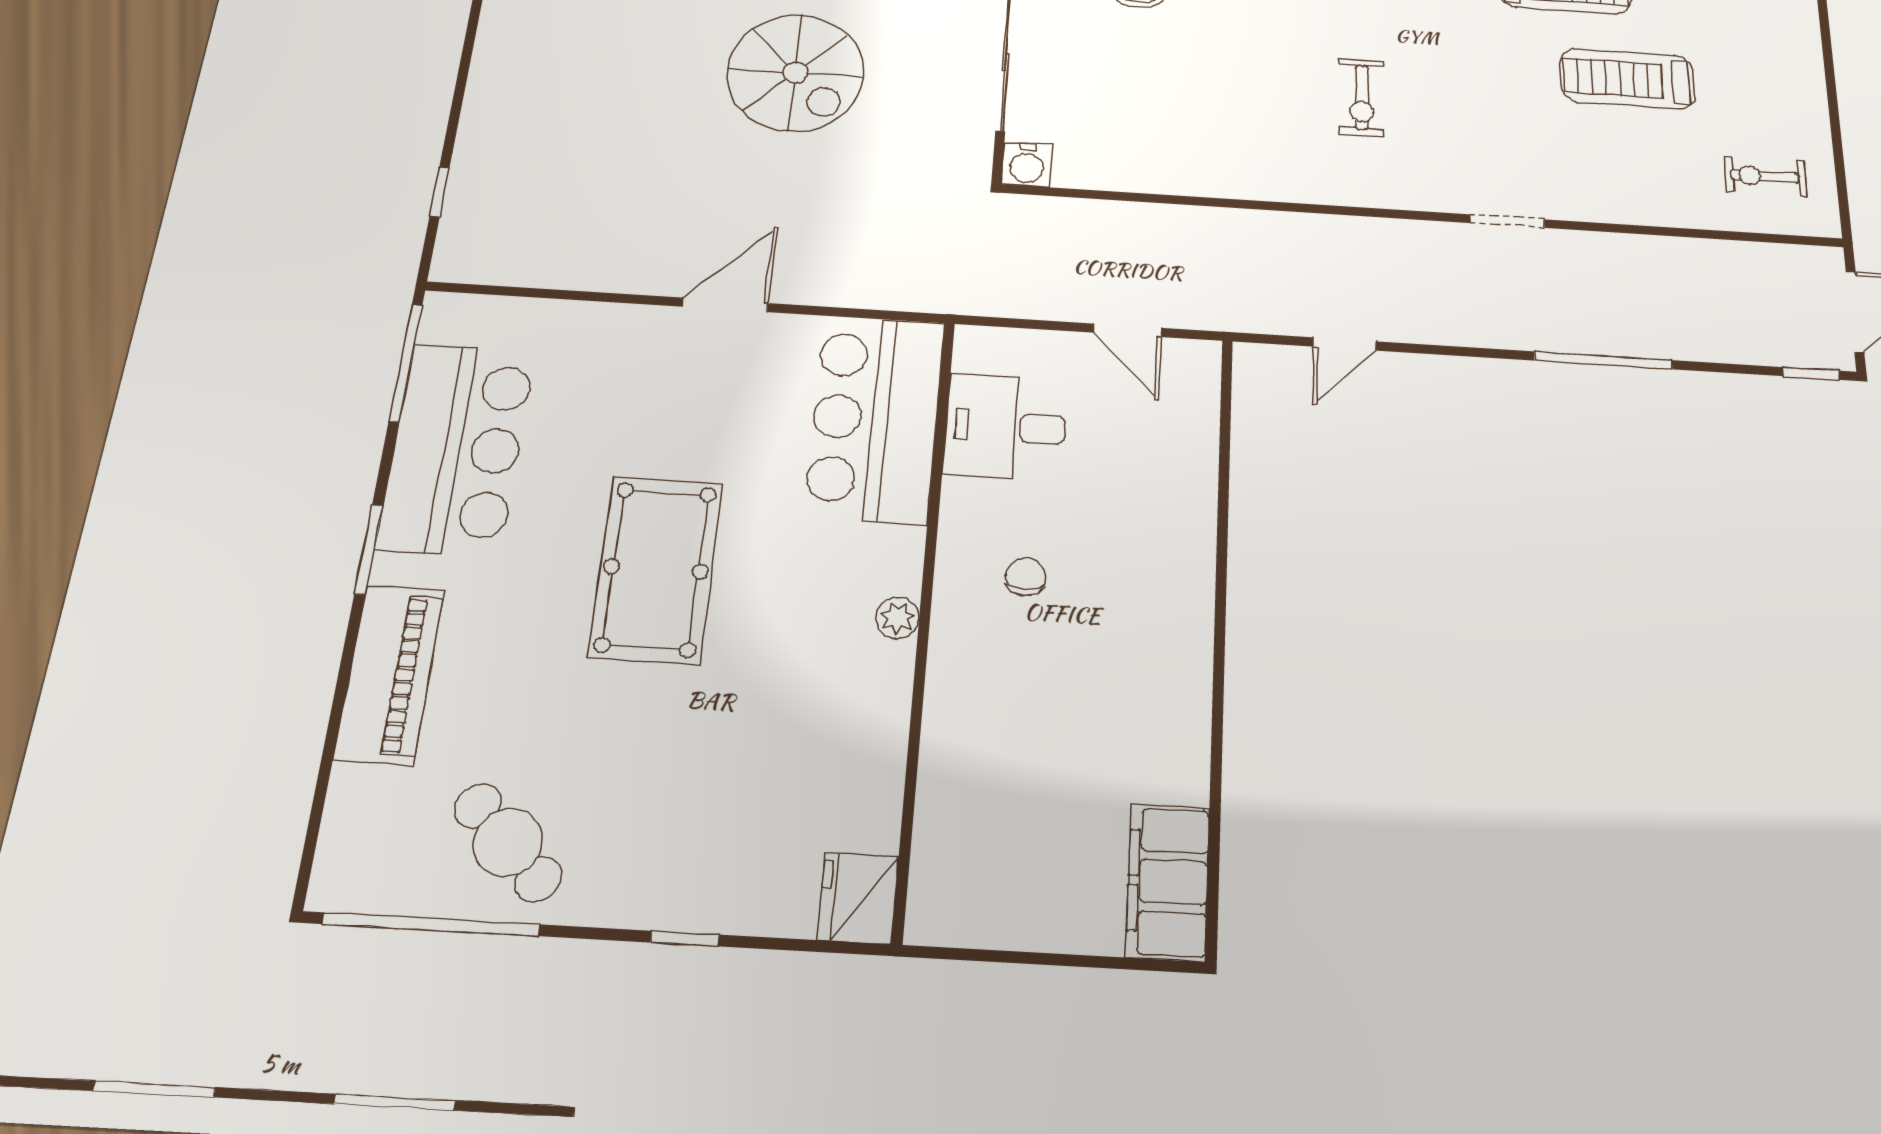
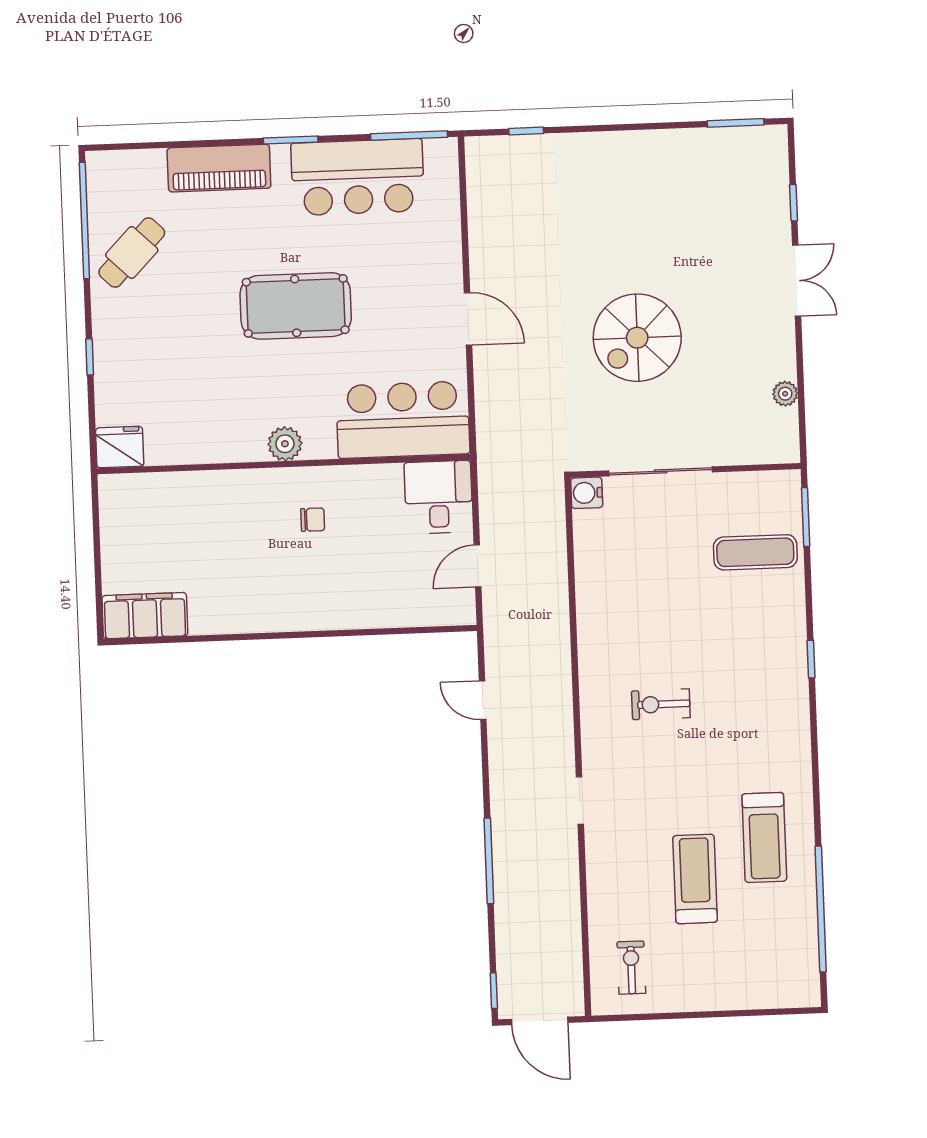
desk: (1006, 427) -> (438, 497), moved
plant: (898, 618) -> (285, 444), width x1.38, depth x1.38

